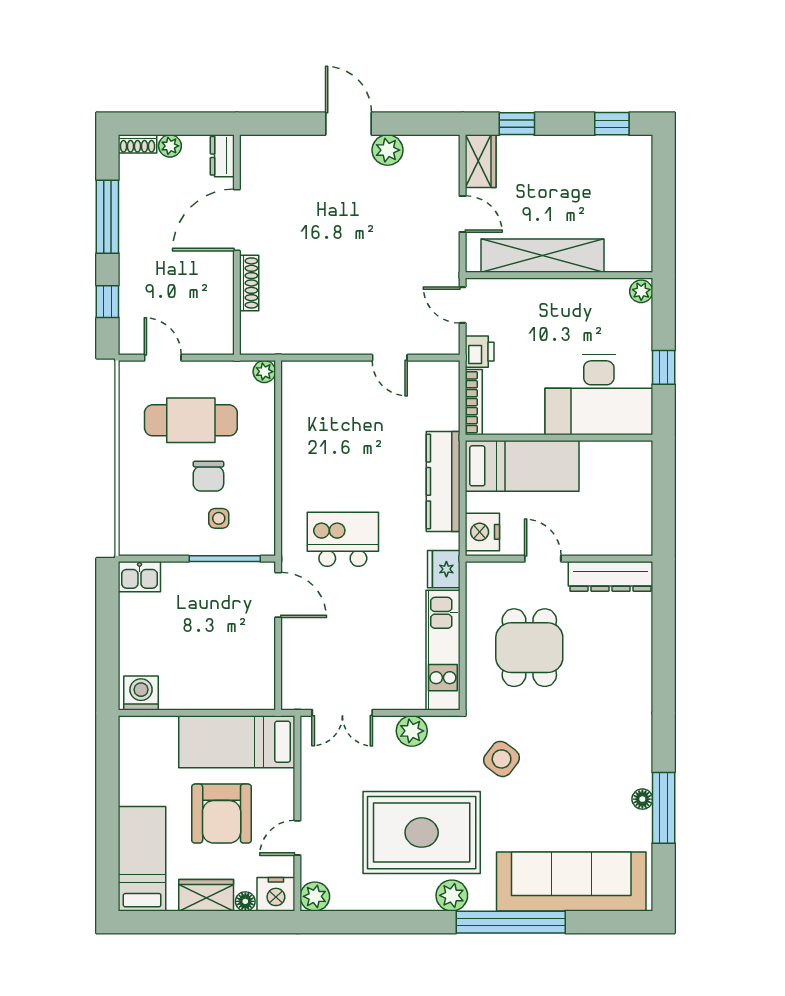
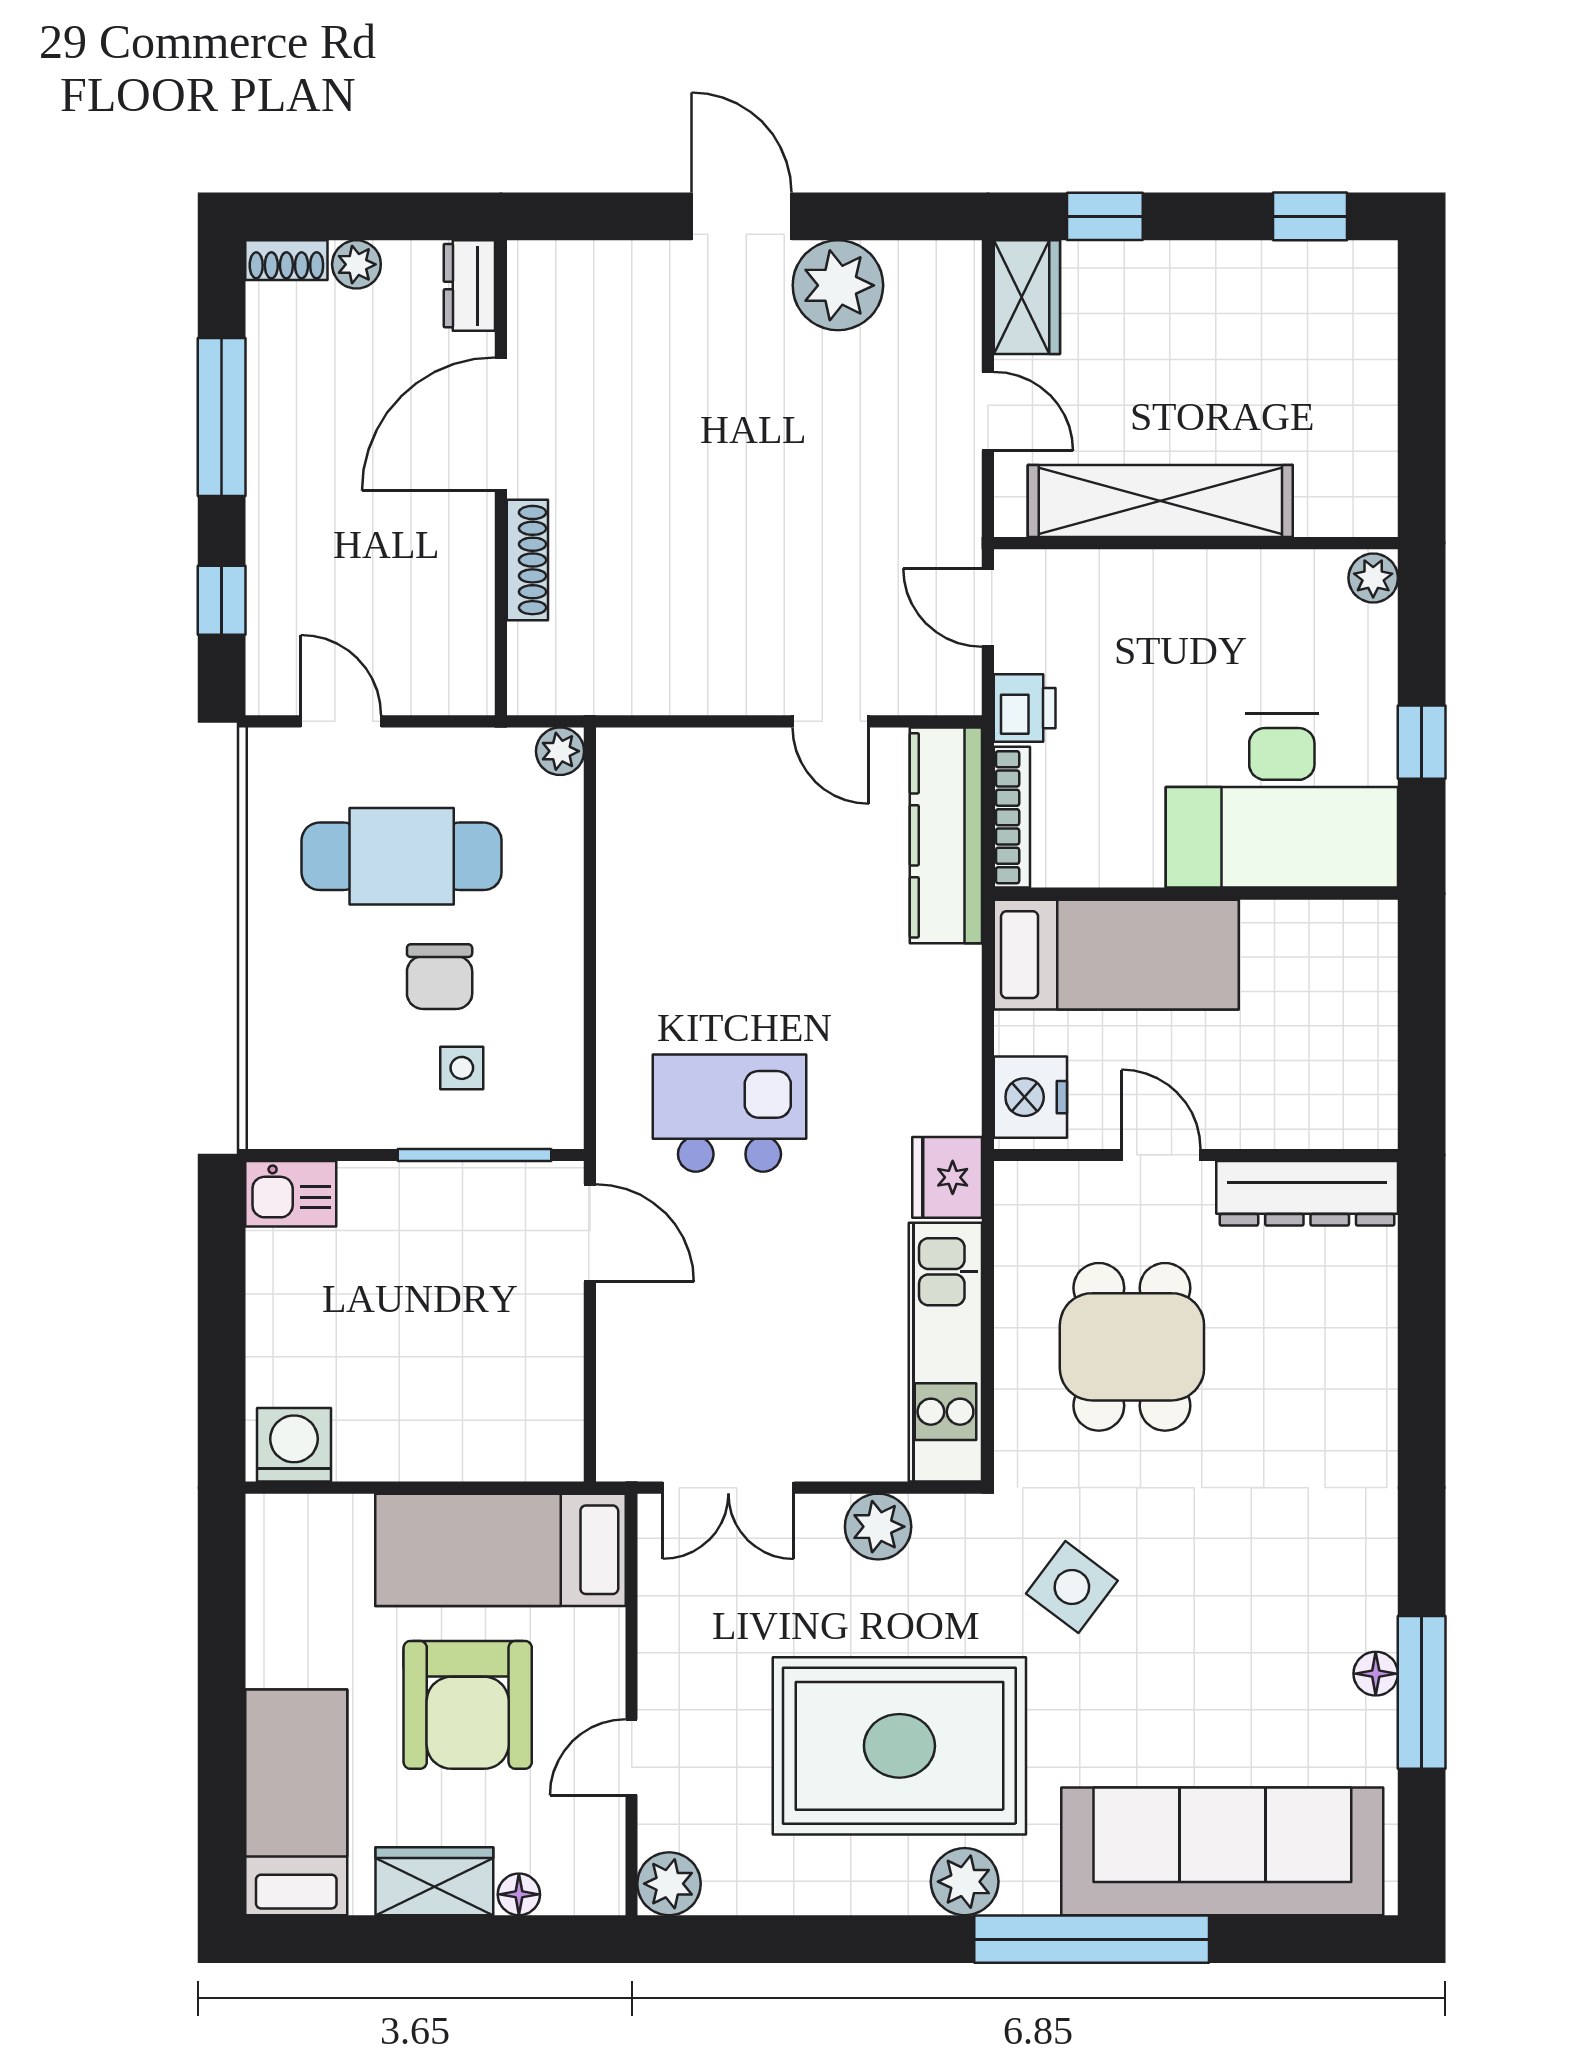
plant: (388, 150) -> (838, 285), width x1.36, depth x1.36
kitchen counter: (443, 481) -> (946, 835), moved
nightstand: (276, 894) -> (585, 1879), removed

